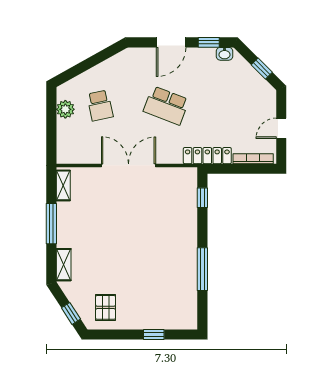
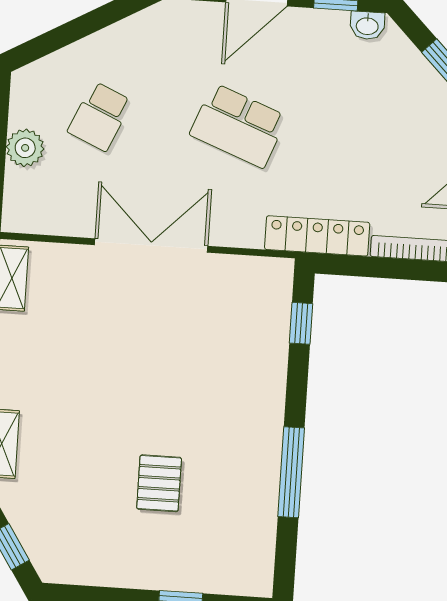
school desk: (100, 106) -> (100, 116), turned 36
plant: (65, 109) -> (25, 148), moved
pallet: (106, 307) -> (159, 483), moved

